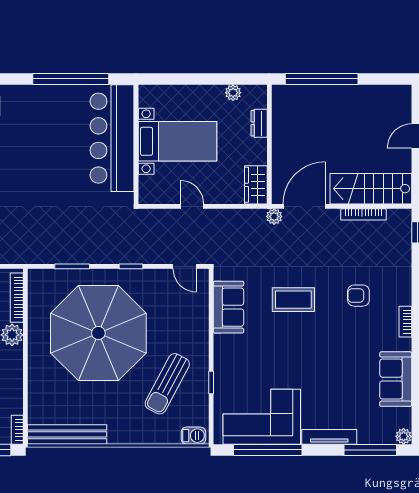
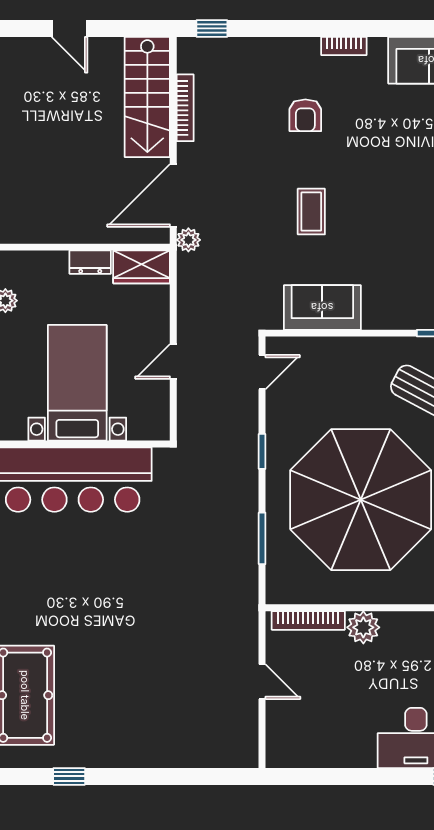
dresser: (259, 123) -> (90, 262), moved
door: (304, 206) -> (173, 195), hinge flipped
coffee table: (293, 300) -> (311, 212), width x0.73, depth x0.77

